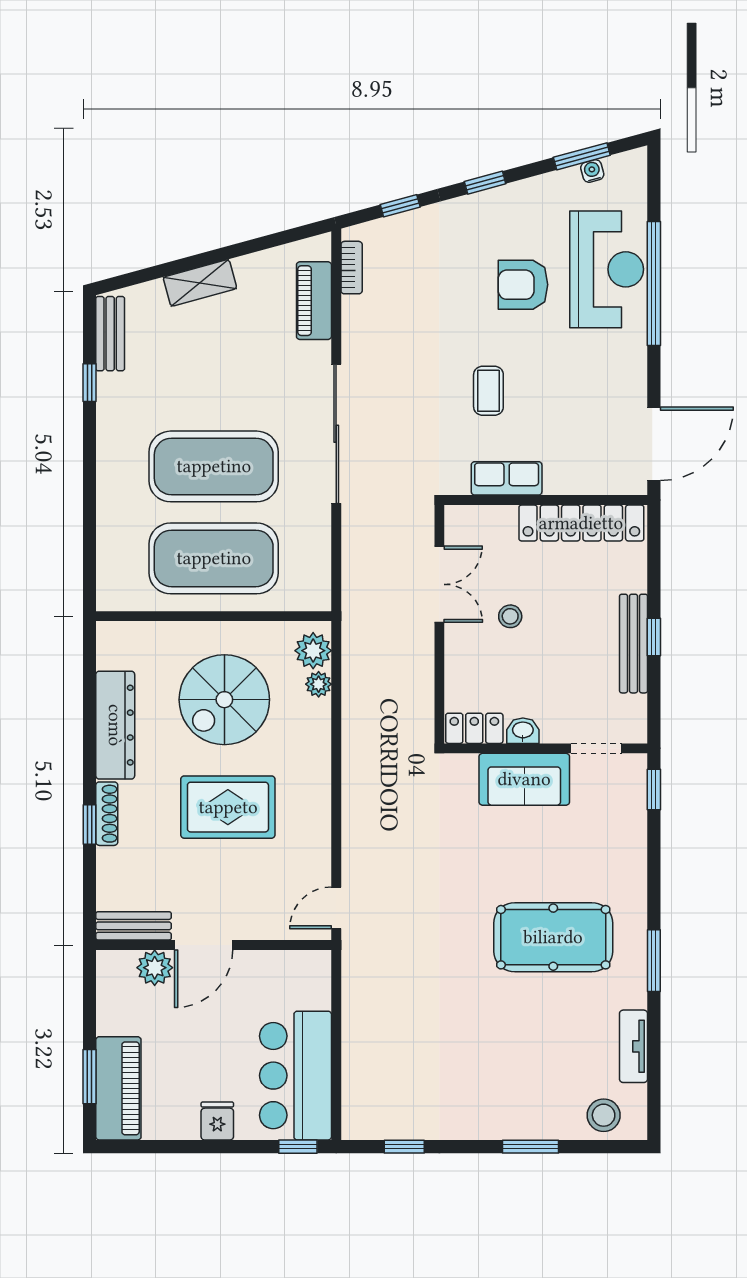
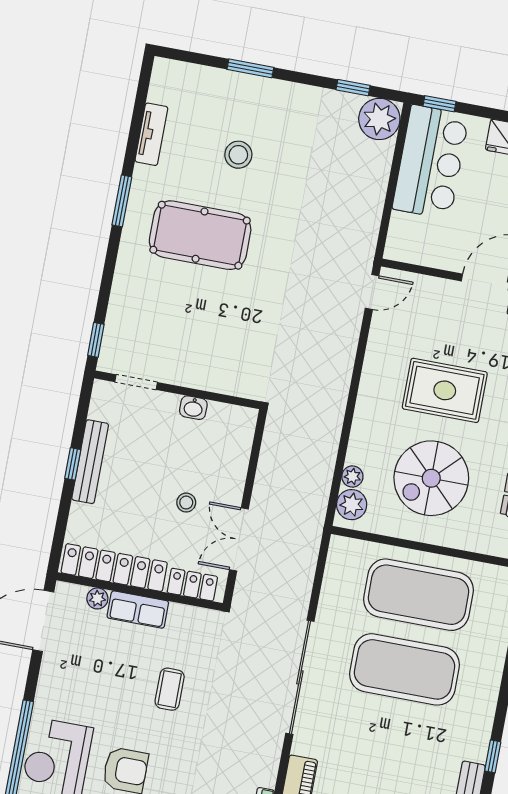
row of seats: (507, 478) -> (138, 610), moved
plant: (594, 482) -> (97, 598), added
spiral stairs: (224, 700) -> (431, 478), turned 180
locker: (474, 728) -> (192, 585), moved, turned 180
sofa: (524, 779) -> (200, 368), removed
plant: (366, 1115) -> (379, 119), added
stool: (604, 1115) -> (238, 155), moved

